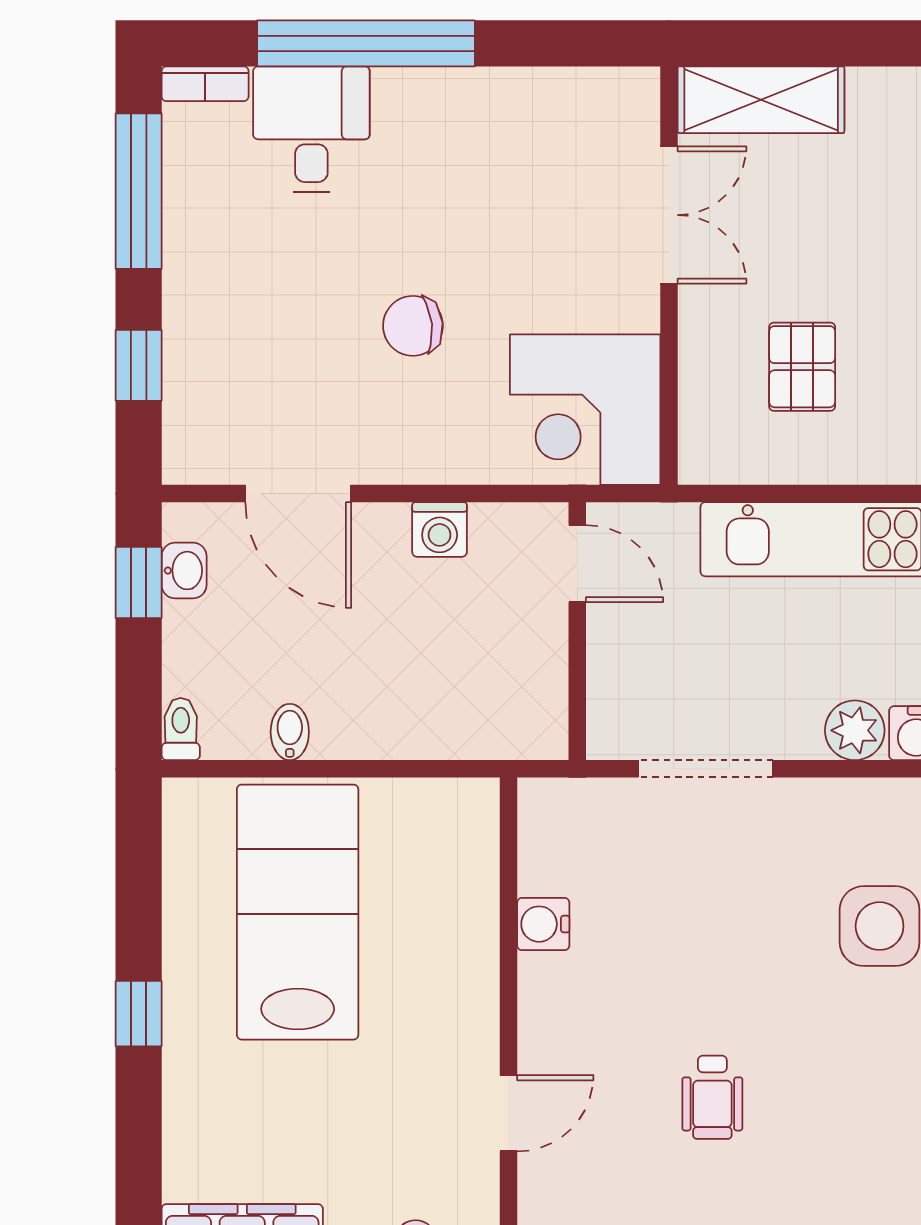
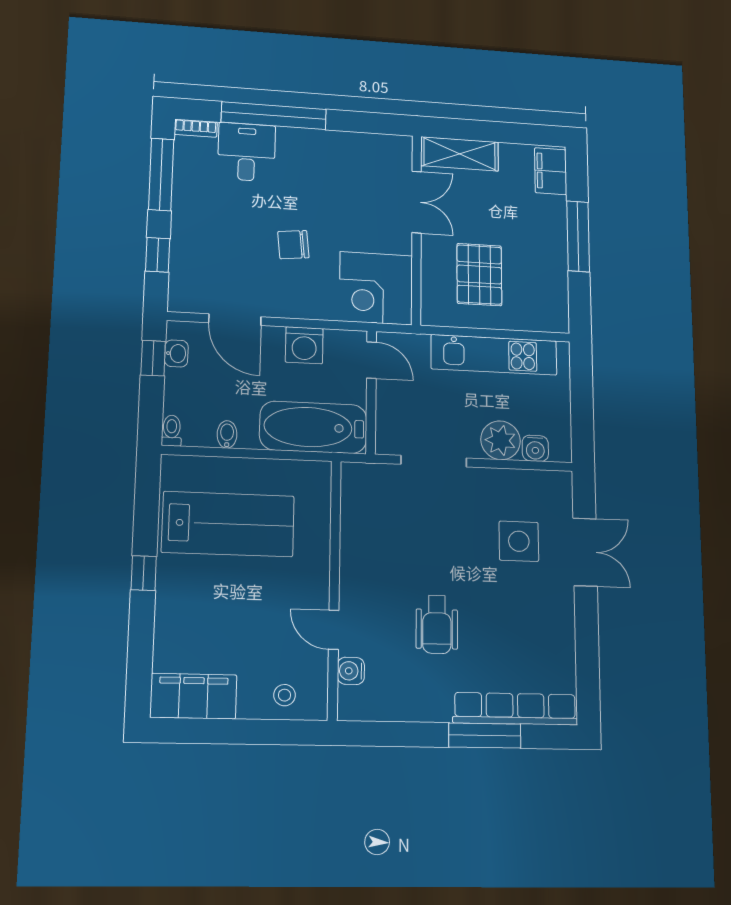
pallet: (802, 367) -> (479, 275), width x1.50, depth x1.42
washing machine: (440, 529) -> (304, 345), width x1.38, depth x1.38
bathtub: (461, 710) -> (313, 427), added
plant: (855, 730) -> (501, 440), width x1.36, depth x1.36
lab bench: (298, 912) -> (228, 524), turned 90
water cooler: (543, 924) -> (351, 671), moved
wheelchair: (712, 1097) -> (437, 624), width x1.36, depth x1.37
door: (508, 1113) -> (334, 630), swing flipped

